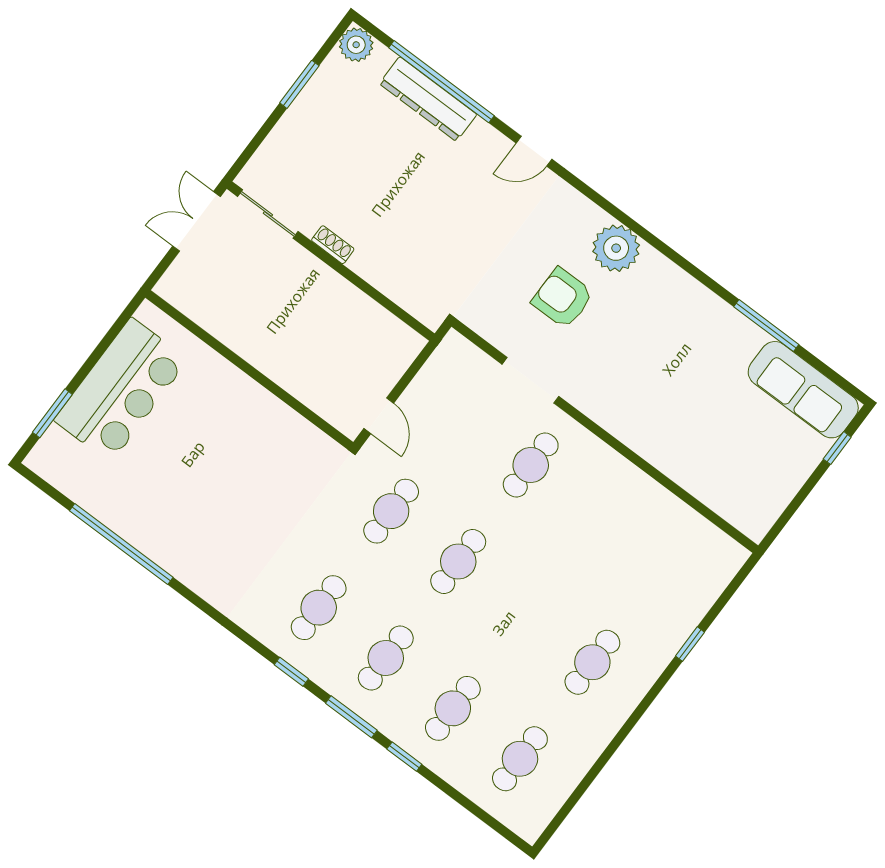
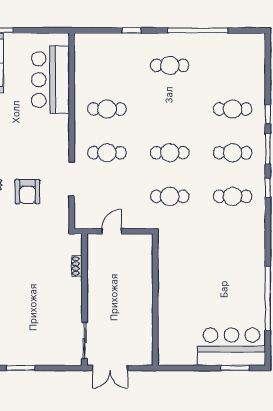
shoe rack: (333, 245) -> (77, 266), moved
bar counter: (121, 390) -> (231, 347), moved
door: (379, 416) -> (112, 231), moved
bar counter: (708, 462) -> (50, 80), added
window: (614, 746) -> (198, 30), added
cafe table: (520, 759) -> (107, 109), moved

